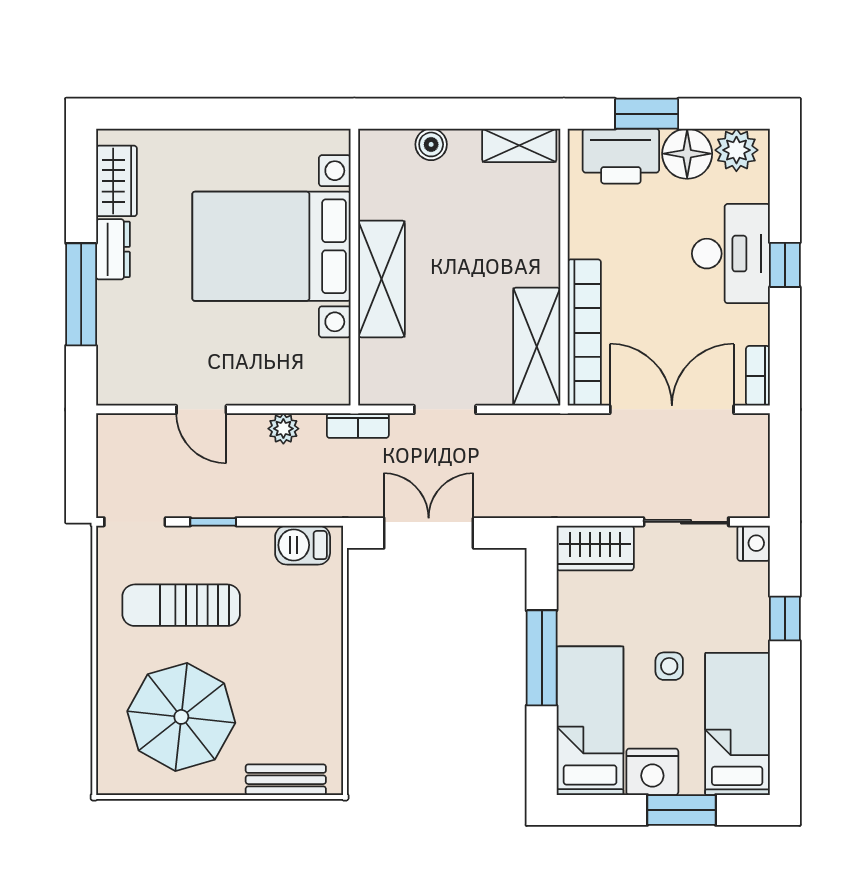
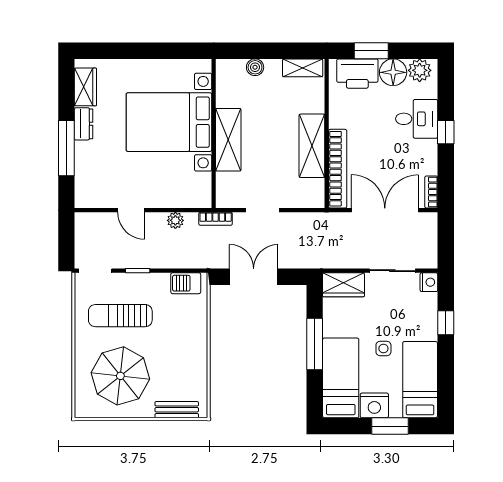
desk: (731, 254) -> (417, 119), width x0.73
shelving: (537, 347) -> (312, 146), moved

